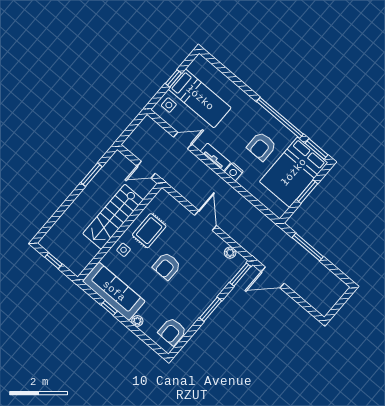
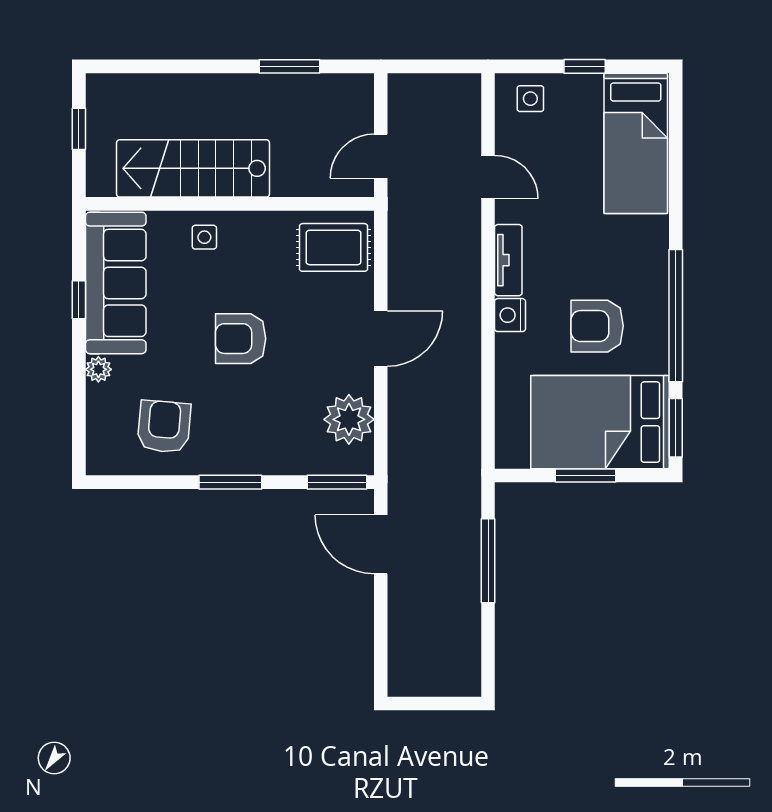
bed: (200, 98) -> (636, 143), moved
door: (146, 170) -> (381, 156), hinge flipped
stairs: (113, 217) -> (193, 168), moved
rug: (149, 231) -> (334, 247), moved
plant: (230, 253) -> (349, 419), width x1.88, depth x1.88
armchair: (172, 331) -> (164, 427), moved, turned 95

